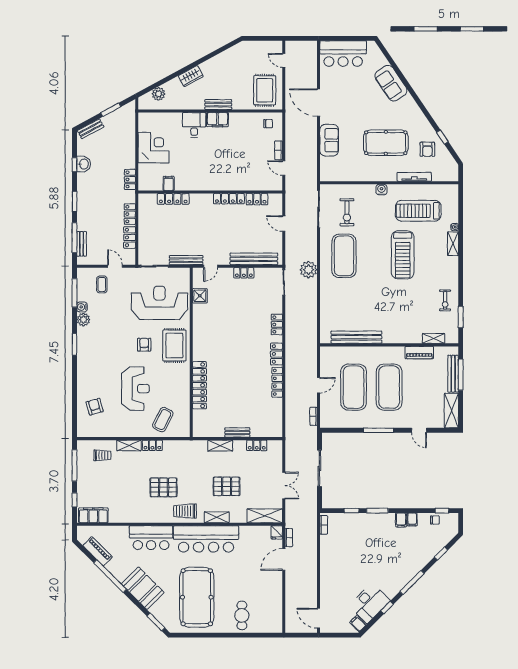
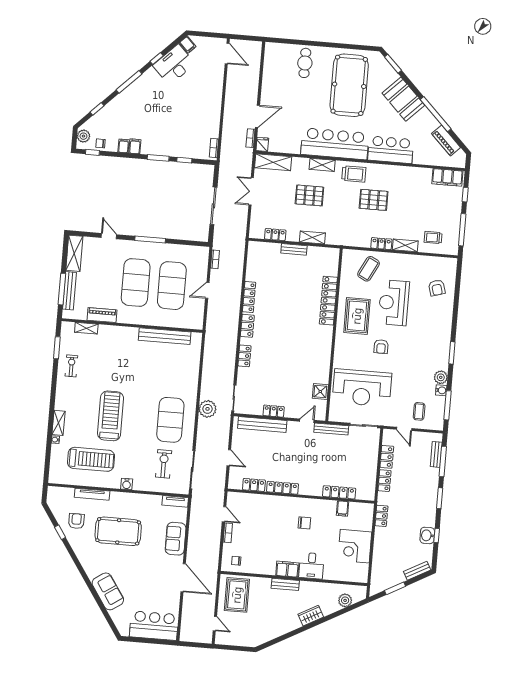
chair: (205, 166) -> (304, 523), added
tv unit: (333, 177) -> (175, 501), added
rug: (174, 345) -> (357, 316), moved
plant: (452, 526) -> (83, 136), added

